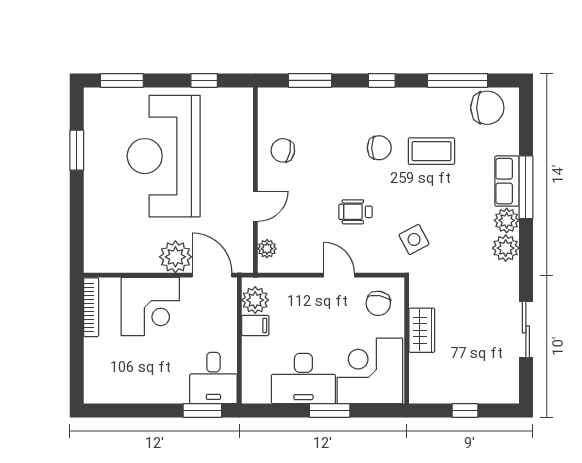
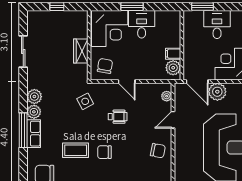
desk: (213, 378) -> (217, 25), moved
desk: (303, 378) -> (142, 24), width x0.73

